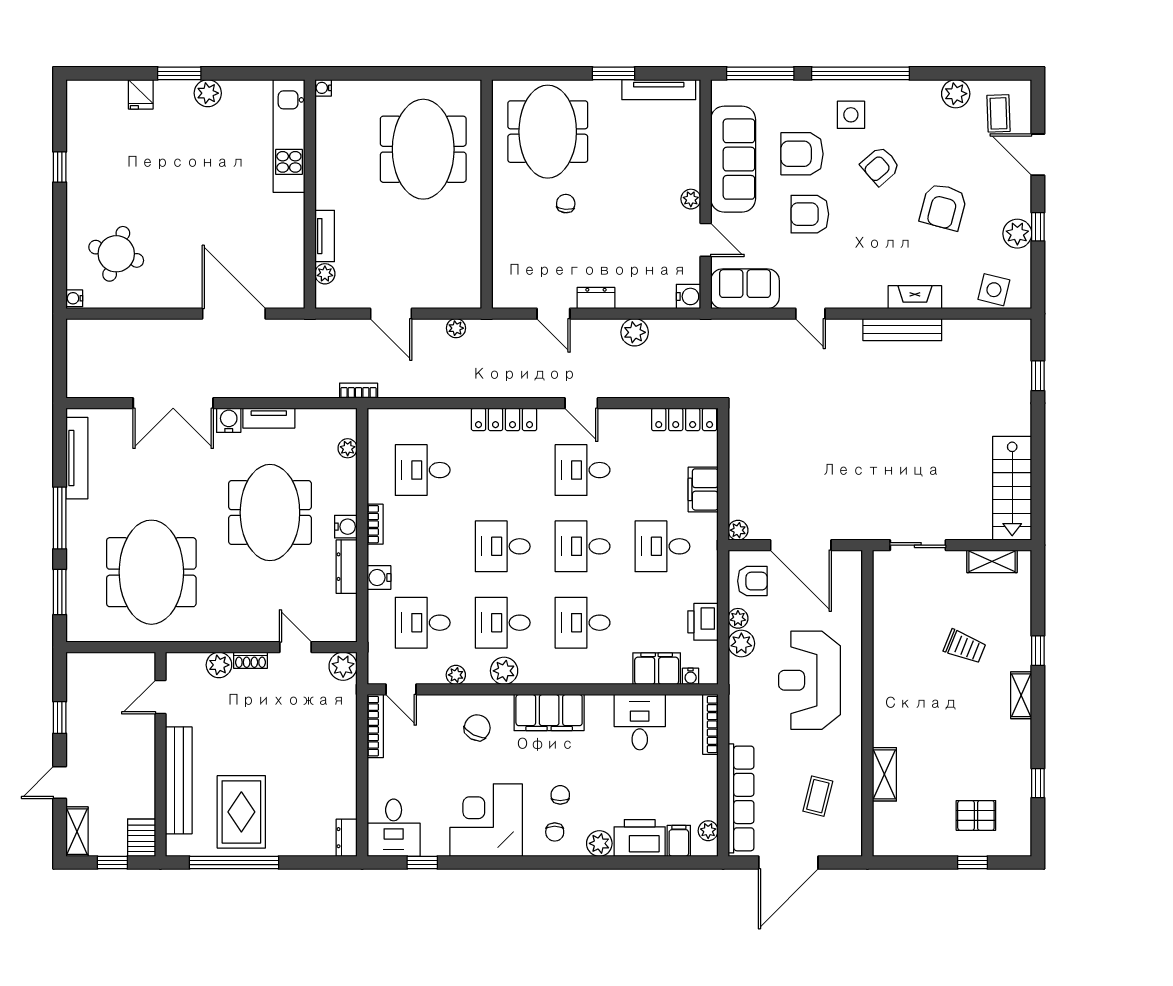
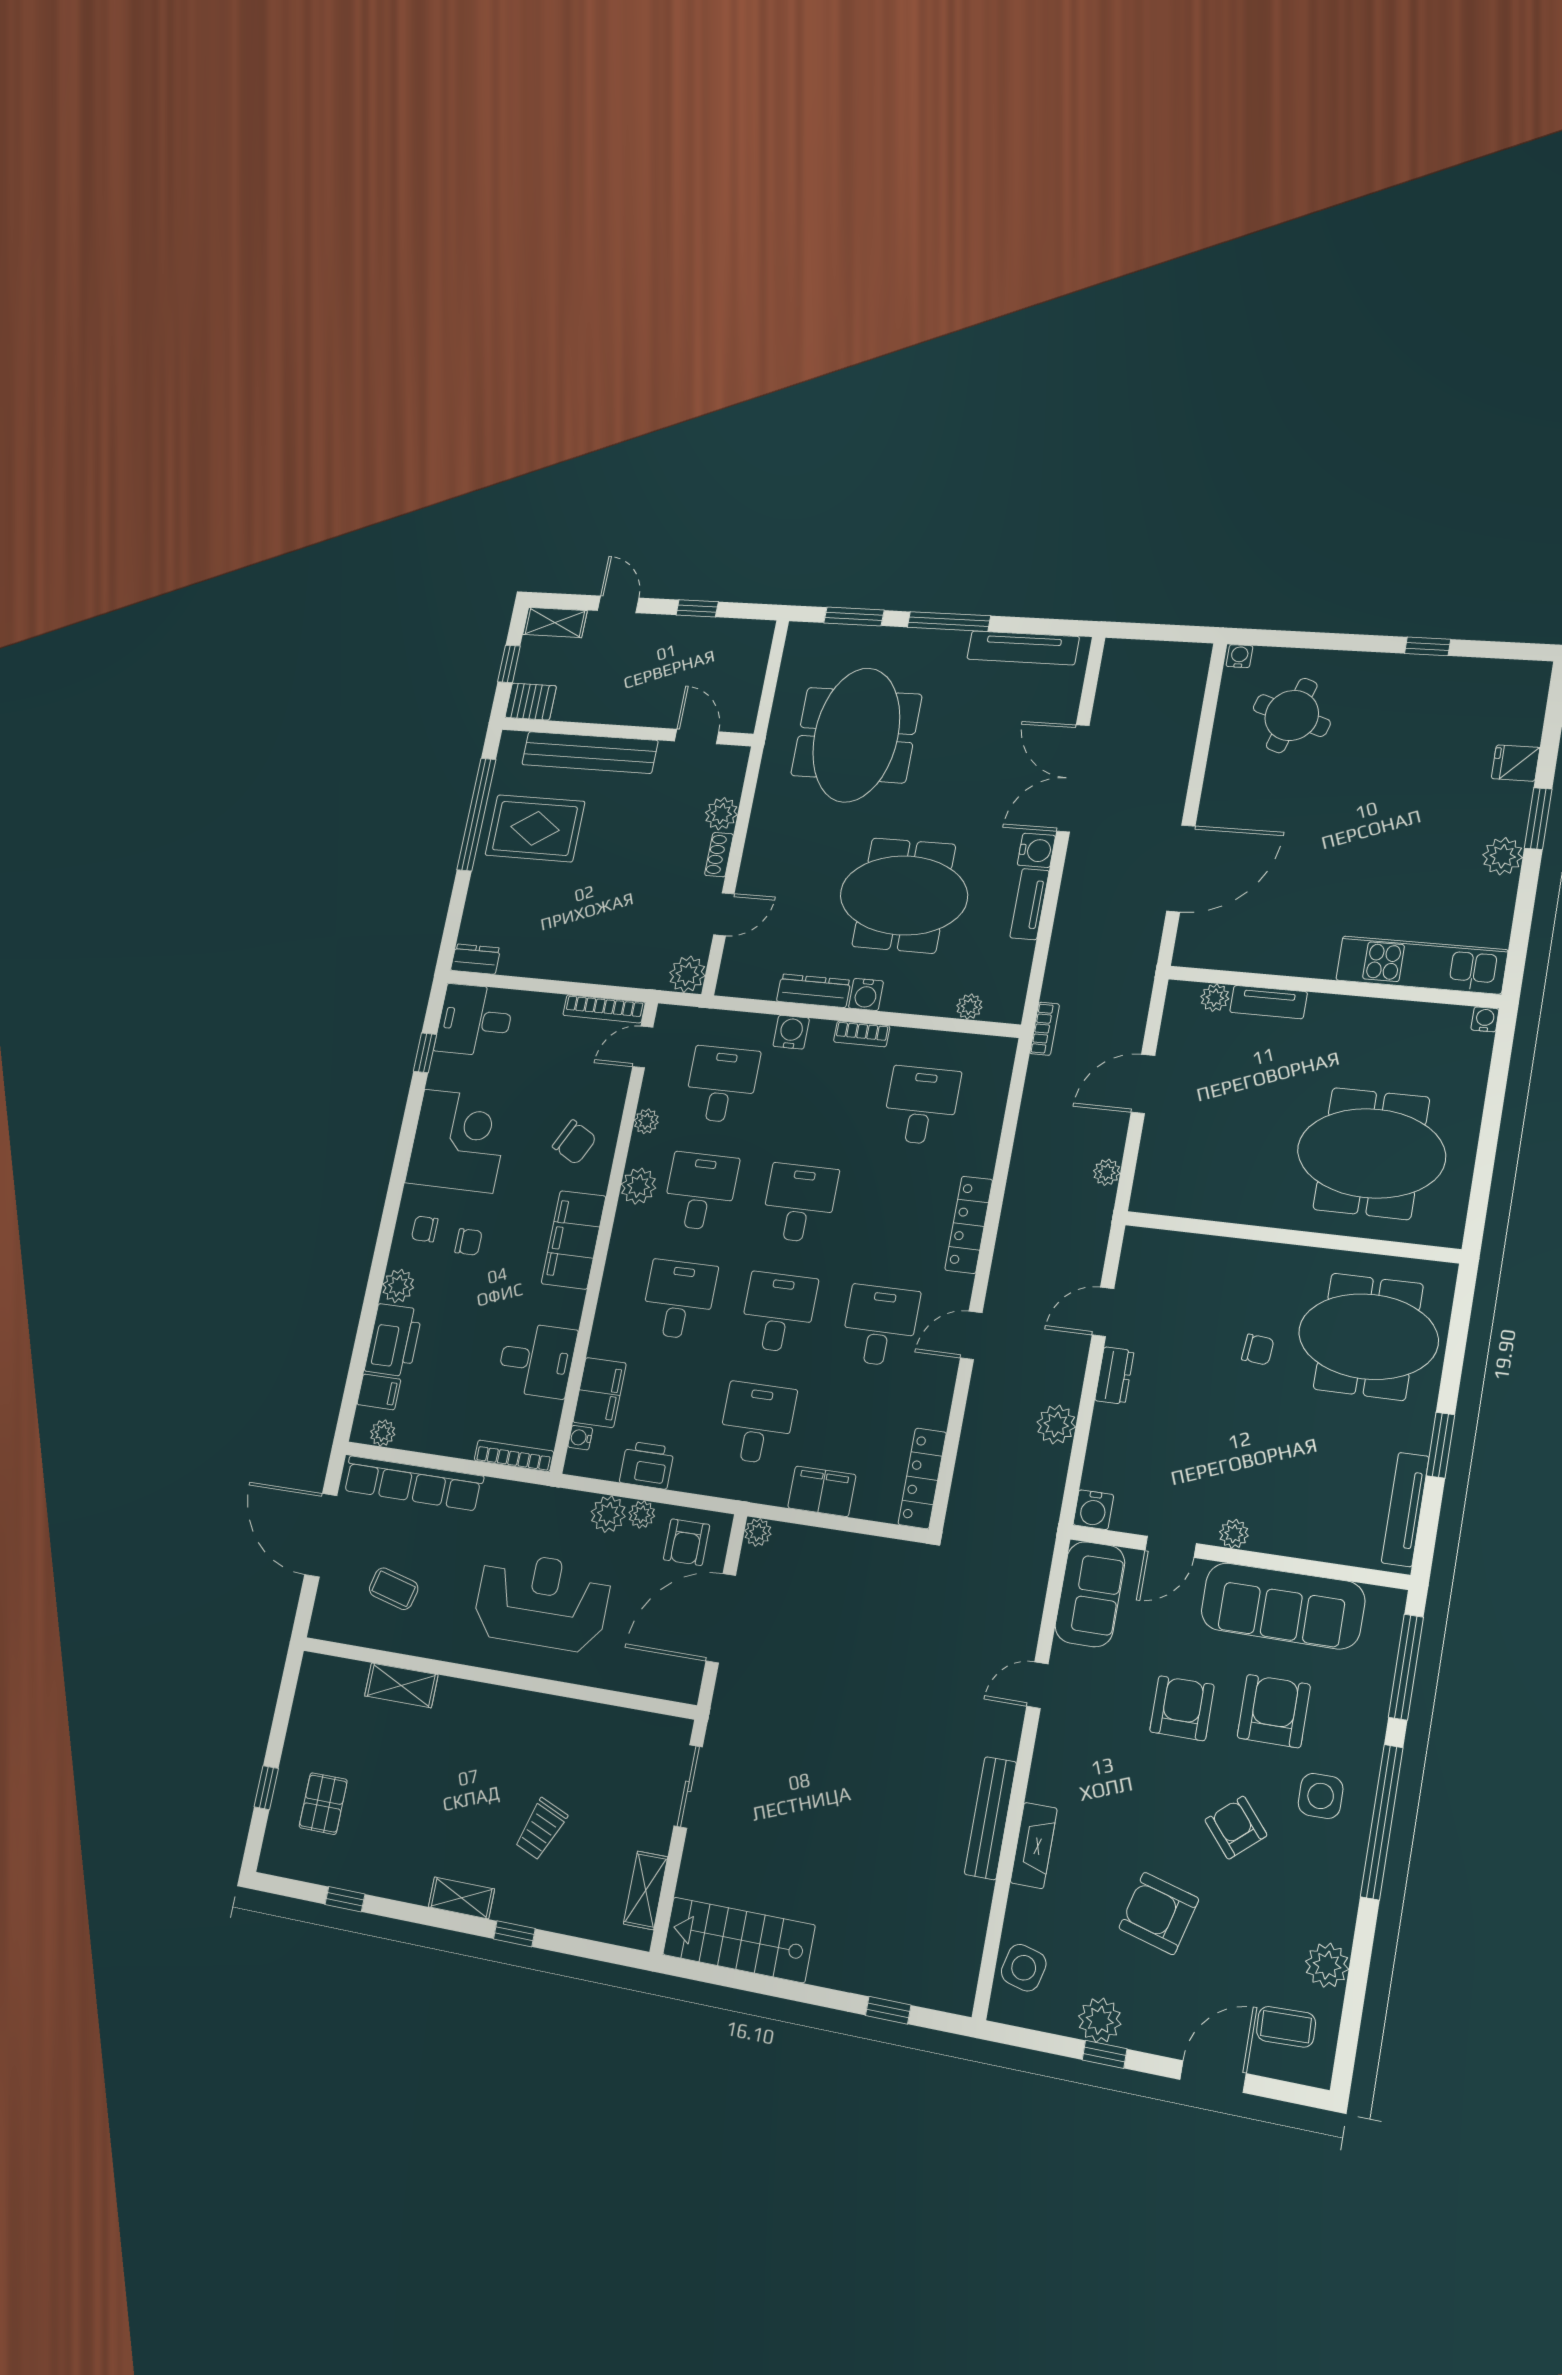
meeting table: (151, 572) -> (856, 735), turned 90

